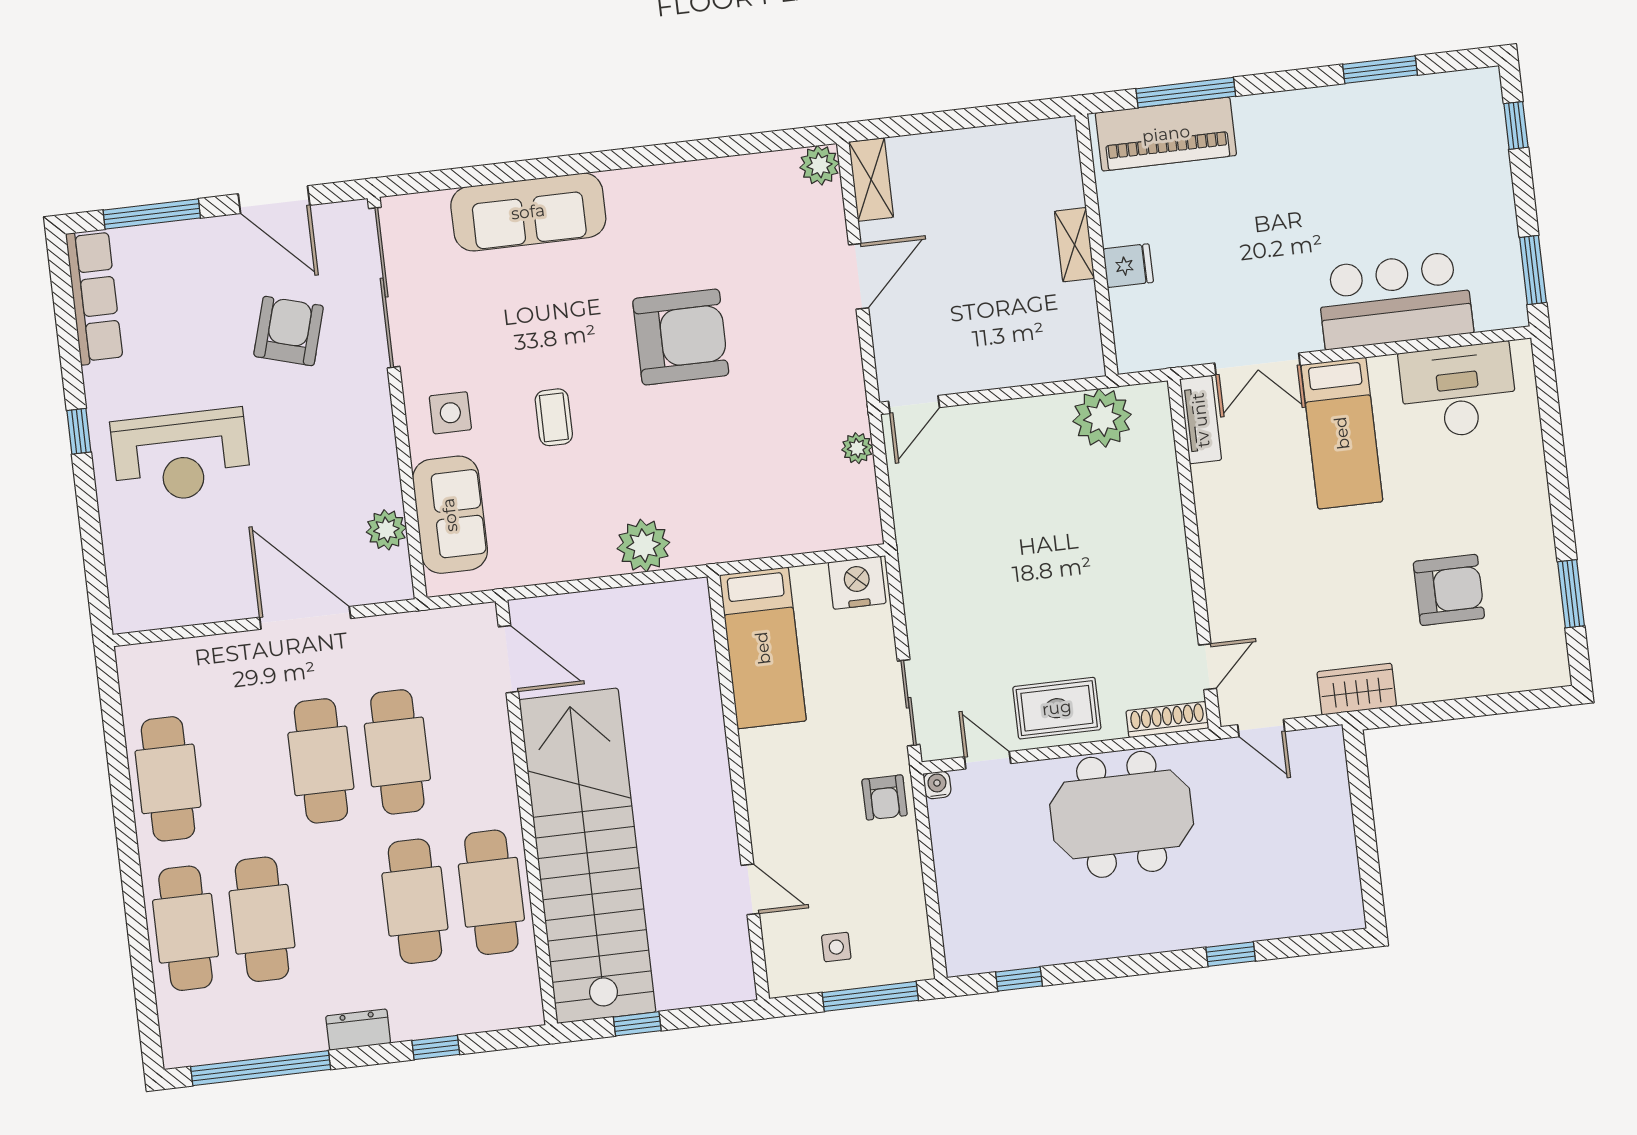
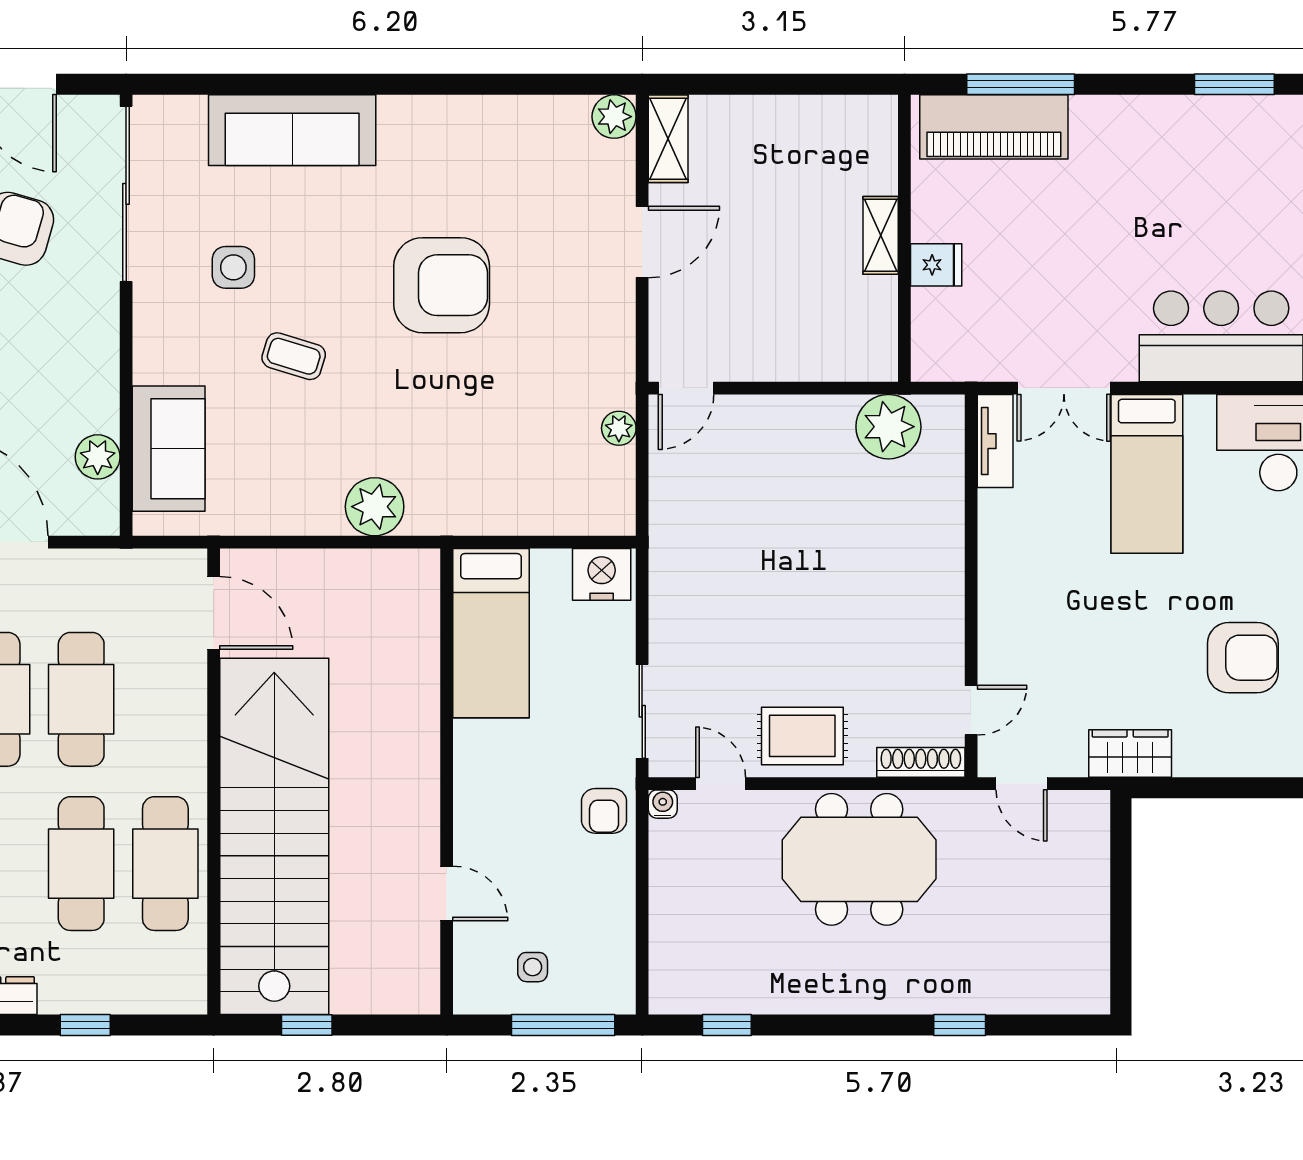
side table: (450, 413) -> (233, 267), moved
coffee table: (554, 417) -> (294, 356), turned -73

